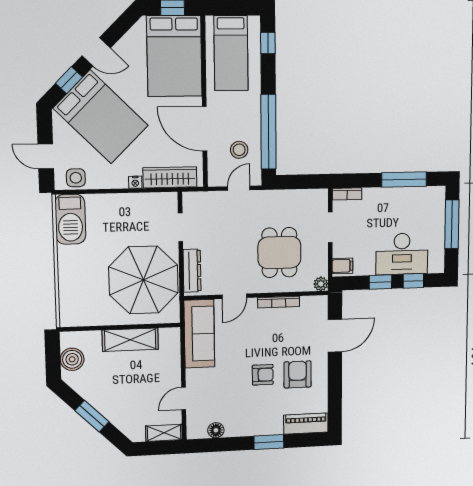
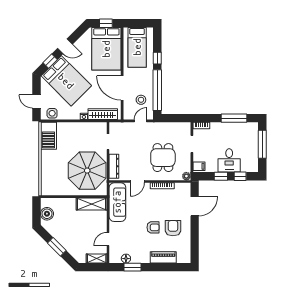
window: (268, 43) -> (157, 58), moved
desk: (402, 254) -> (229, 160), width x0.73
shelving: (130, 340) -> (92, 204), moved
piano: (306, 424) -> (163, 257), moved
window: (269, 442) -> (133, 267), moved

